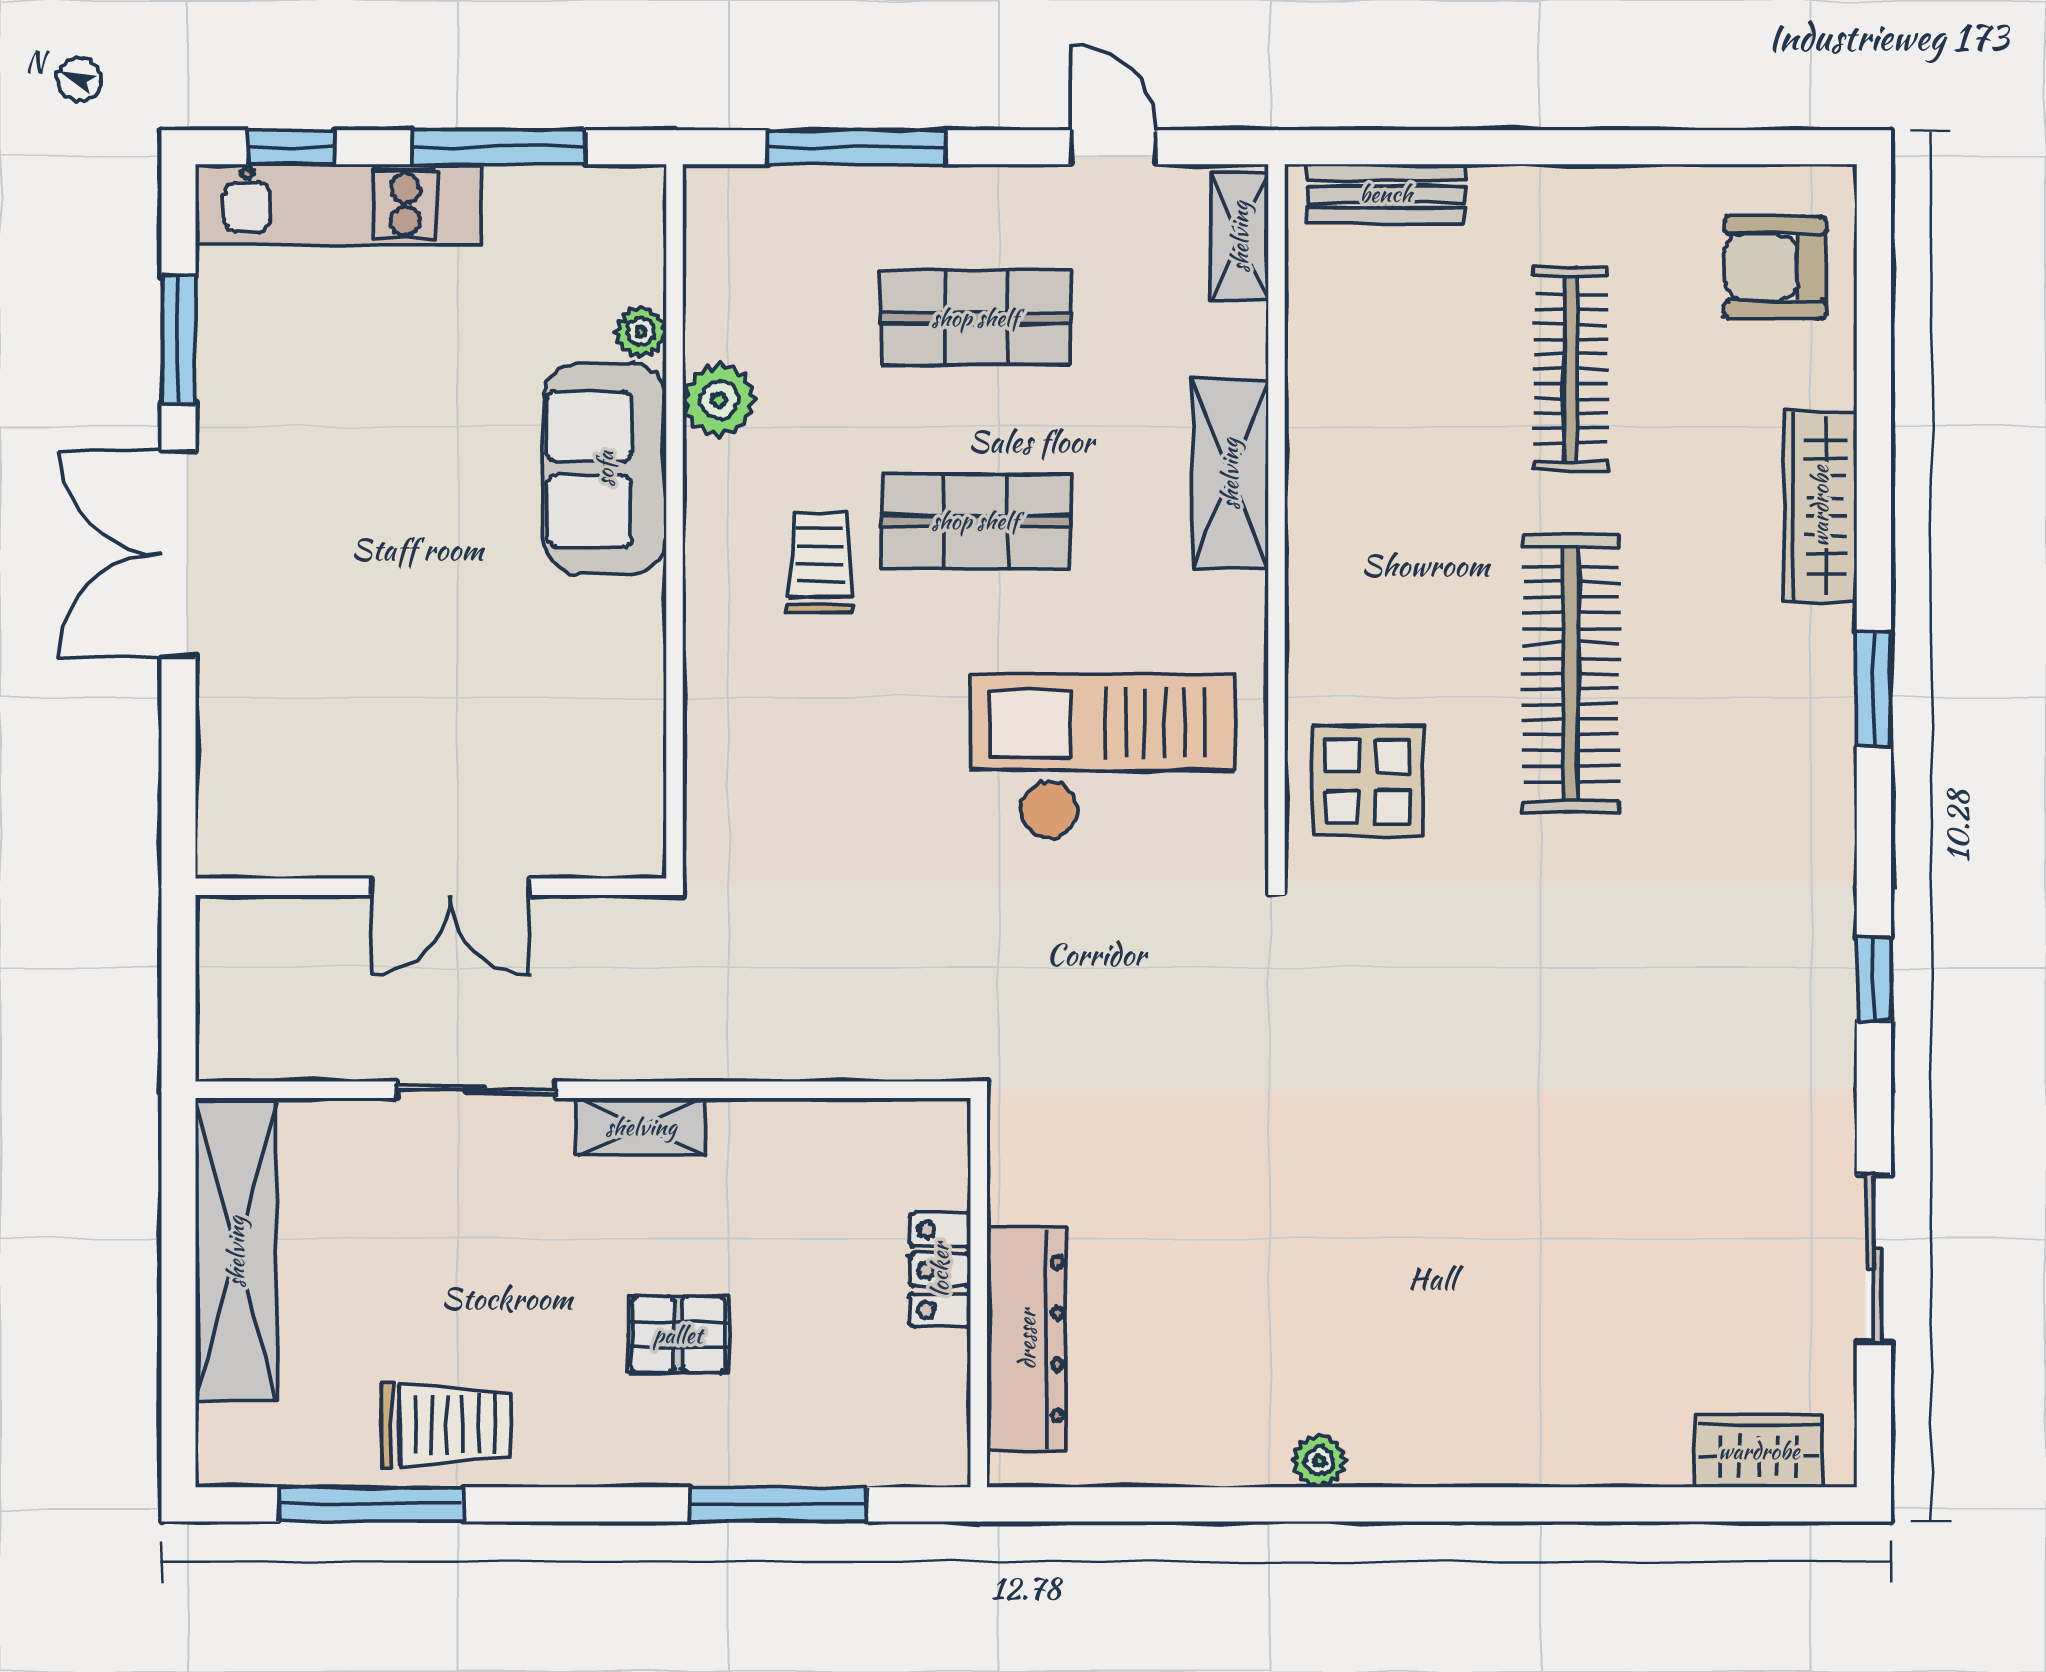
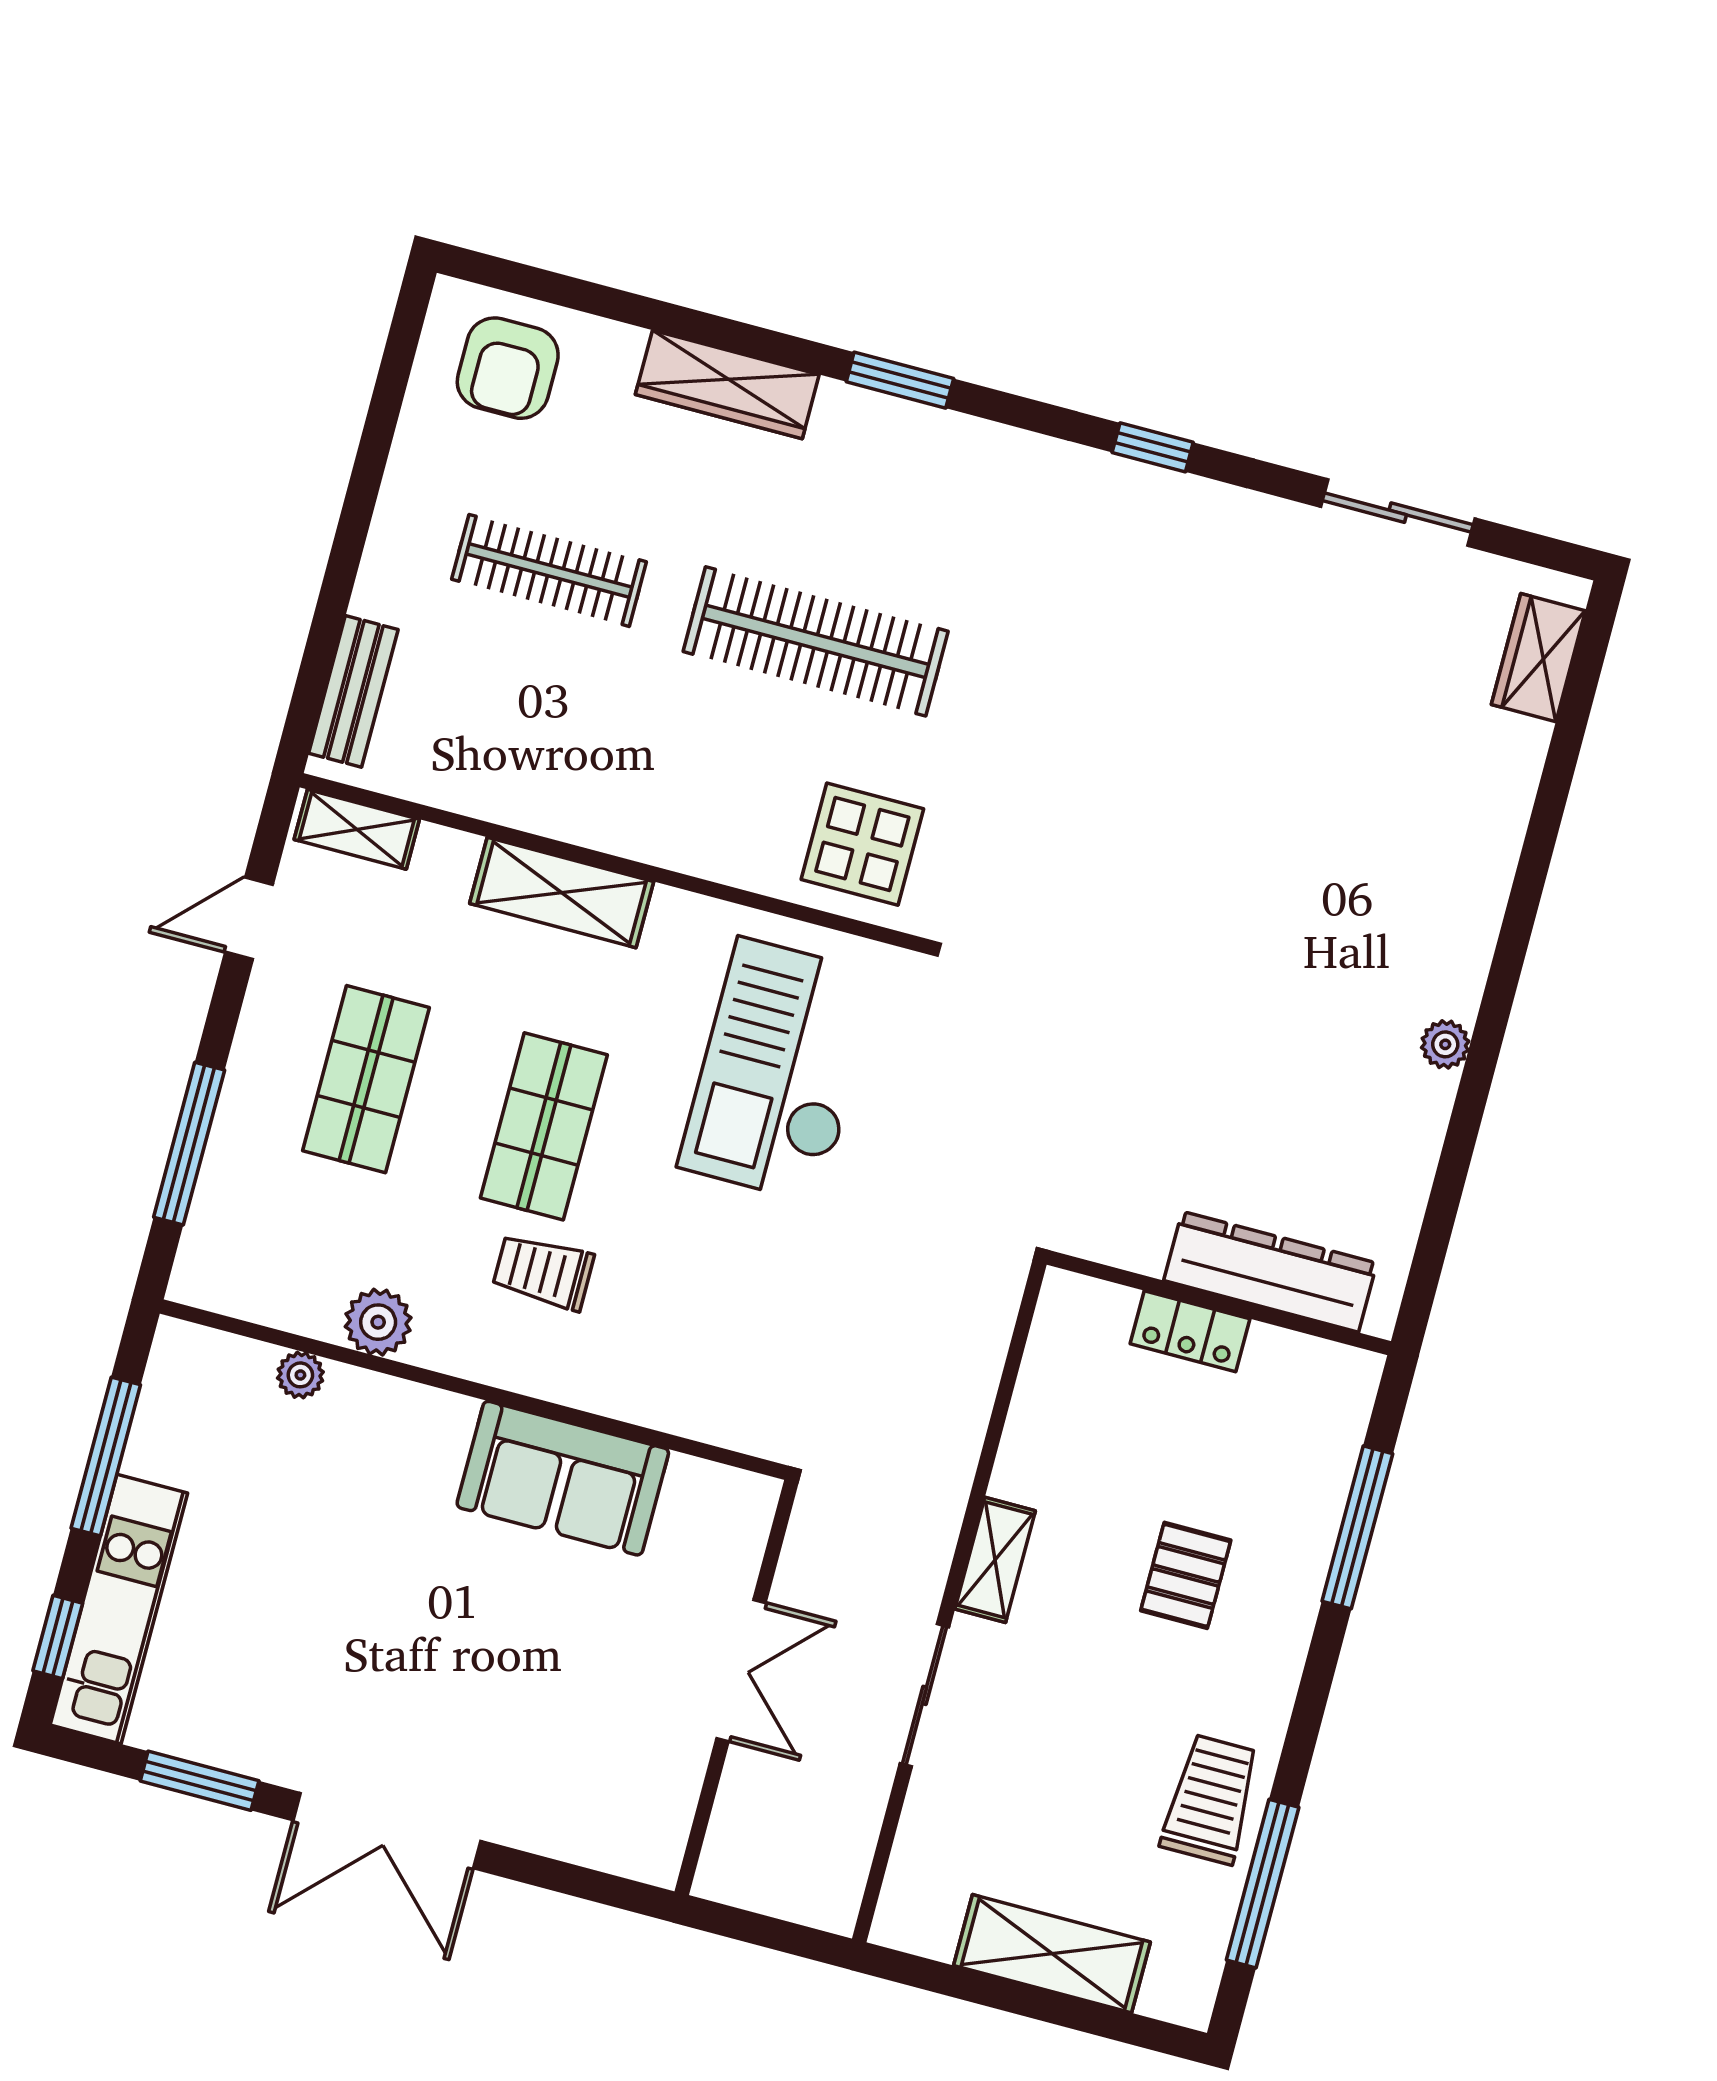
sofa: (605, 469) -> (563, 1478), moved
shelving: (236, 1252) -> (1052, 1954), width x0.68

